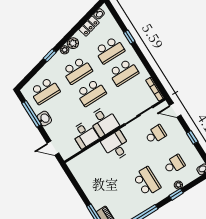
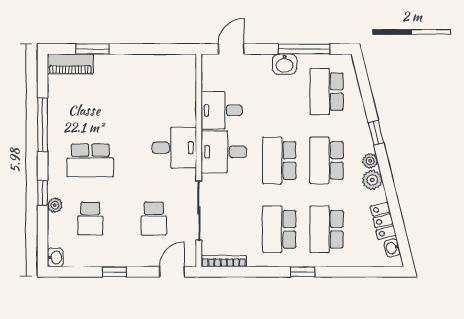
window: (129, 37) -> (303, 272), moved

